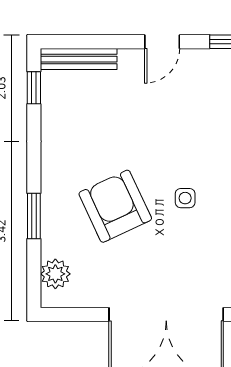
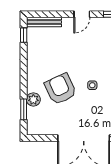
window: (34, 216) -> (24, 109), moved
plant: (55, 274) -> (33, 99), moved

